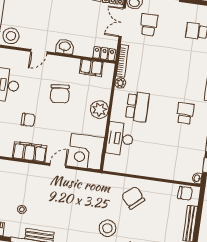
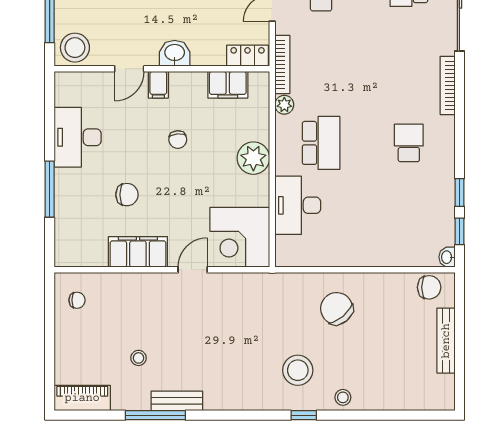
filing cabinet: (53, 63) -> (158, 85), added
chair: (60, 94) -> (178, 140), width x0.54, depth x0.54

